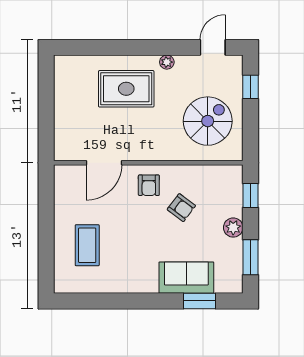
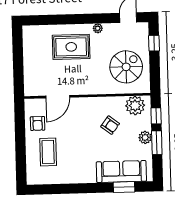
plant: (220, 179) -> (135, 106), added
armchair: (149, 185) -> (38, 124), moved
window: (250, 257) -> (157, 143), moved
sofa: (186, 278) -> (121, 172), width x1.36

